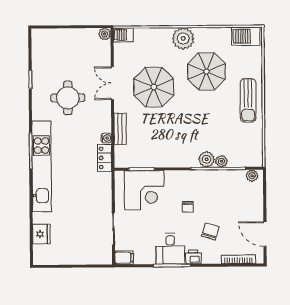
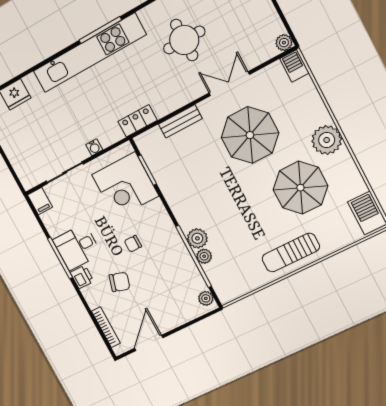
water cooler: (106, 138) -> (94, 147), moved

